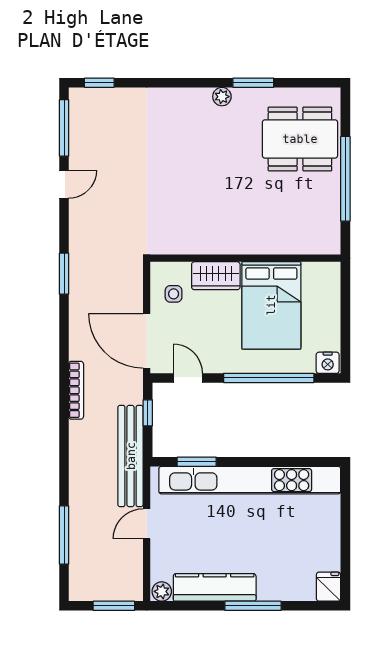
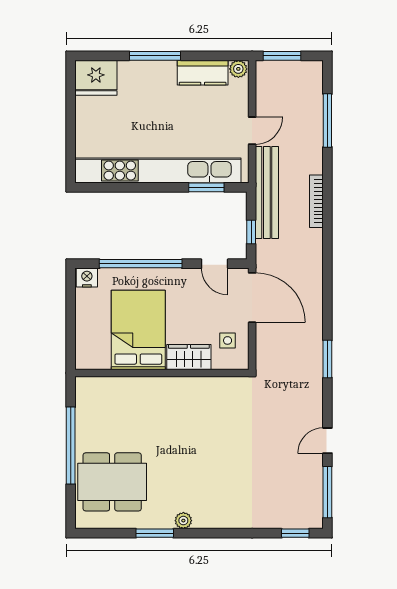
bookcase: (76, 390) -> (316, 201), moved
kitchen counter: (215, 587) -> (203, 73), width x0.67
fridge: (329, 587) -> (96, 78), width x1.88, depth x1.34

